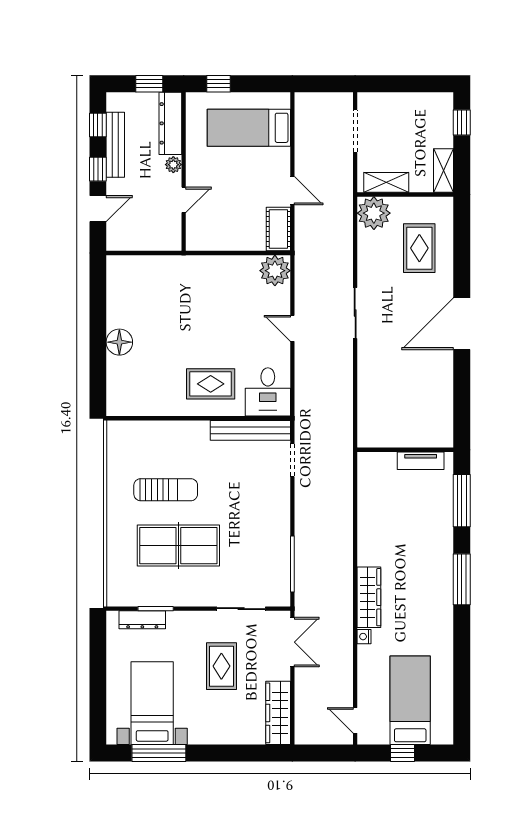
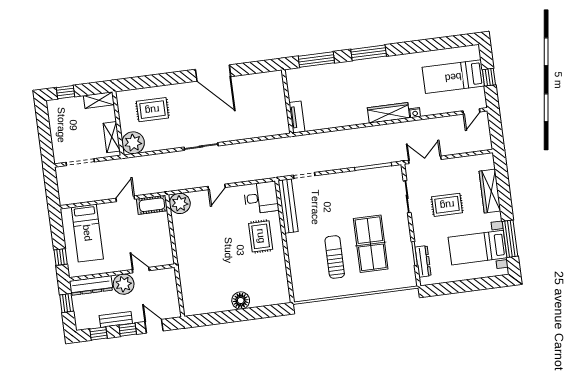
bench: (115, 145) -> (116, 319), width x0.73
plant: (173, 165) -> (124, 284), width x1.87, depth x1.87
door: (462, 324) -> (213, 73), moved
tv unit: (421, 461) -> (297, 117), moved
wardrobe: (278, 713) -> (490, 191), moved, turned 90

